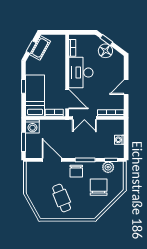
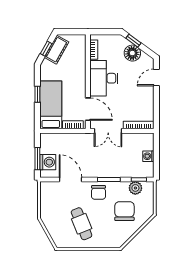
door: (126, 87) -> (156, 77), moved
washing machine: (32, 126) -> (48, 162), moved, turned -90

